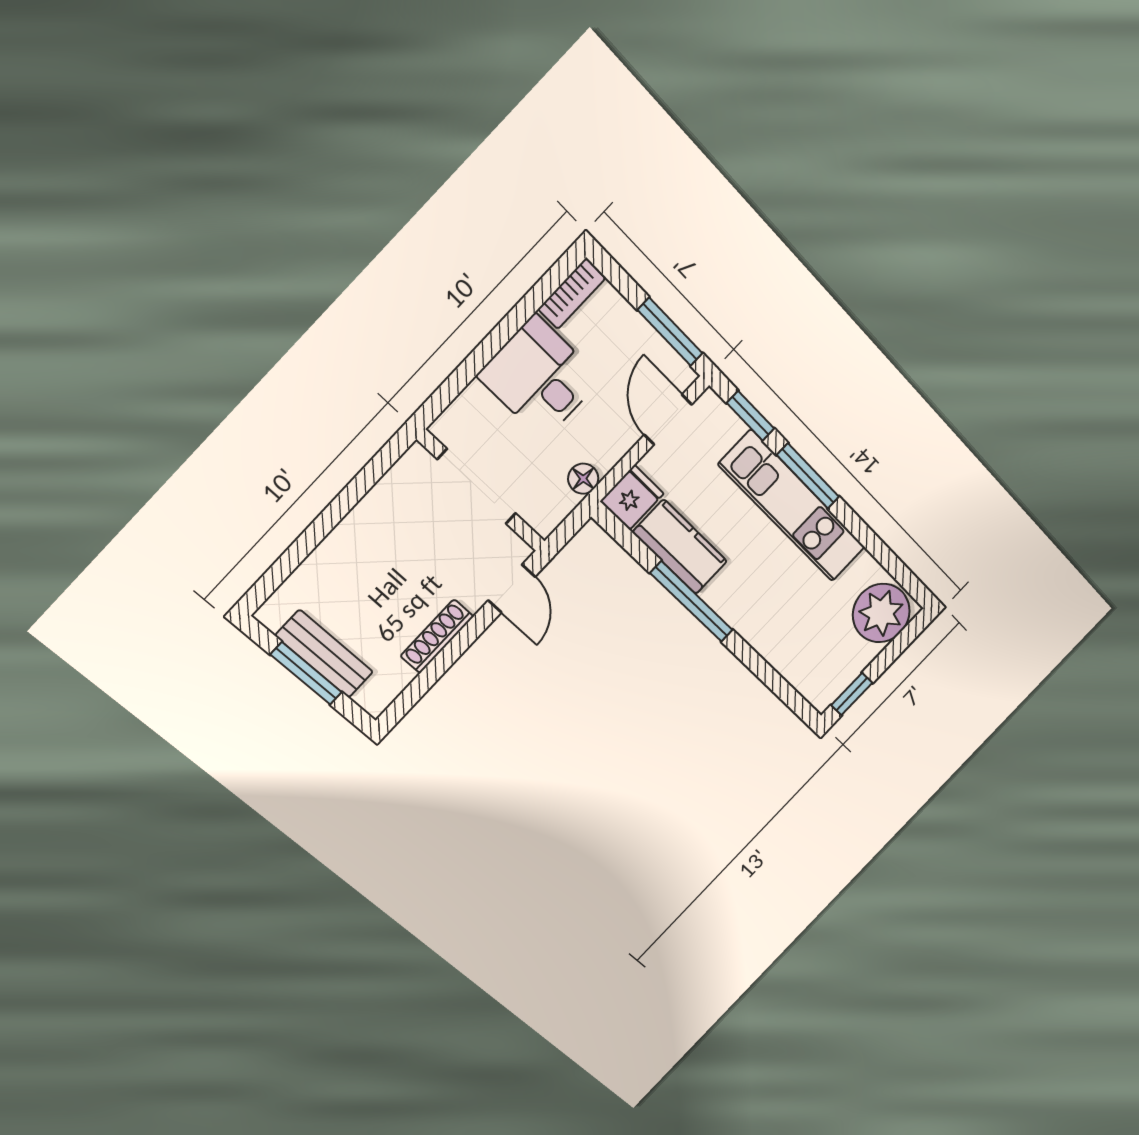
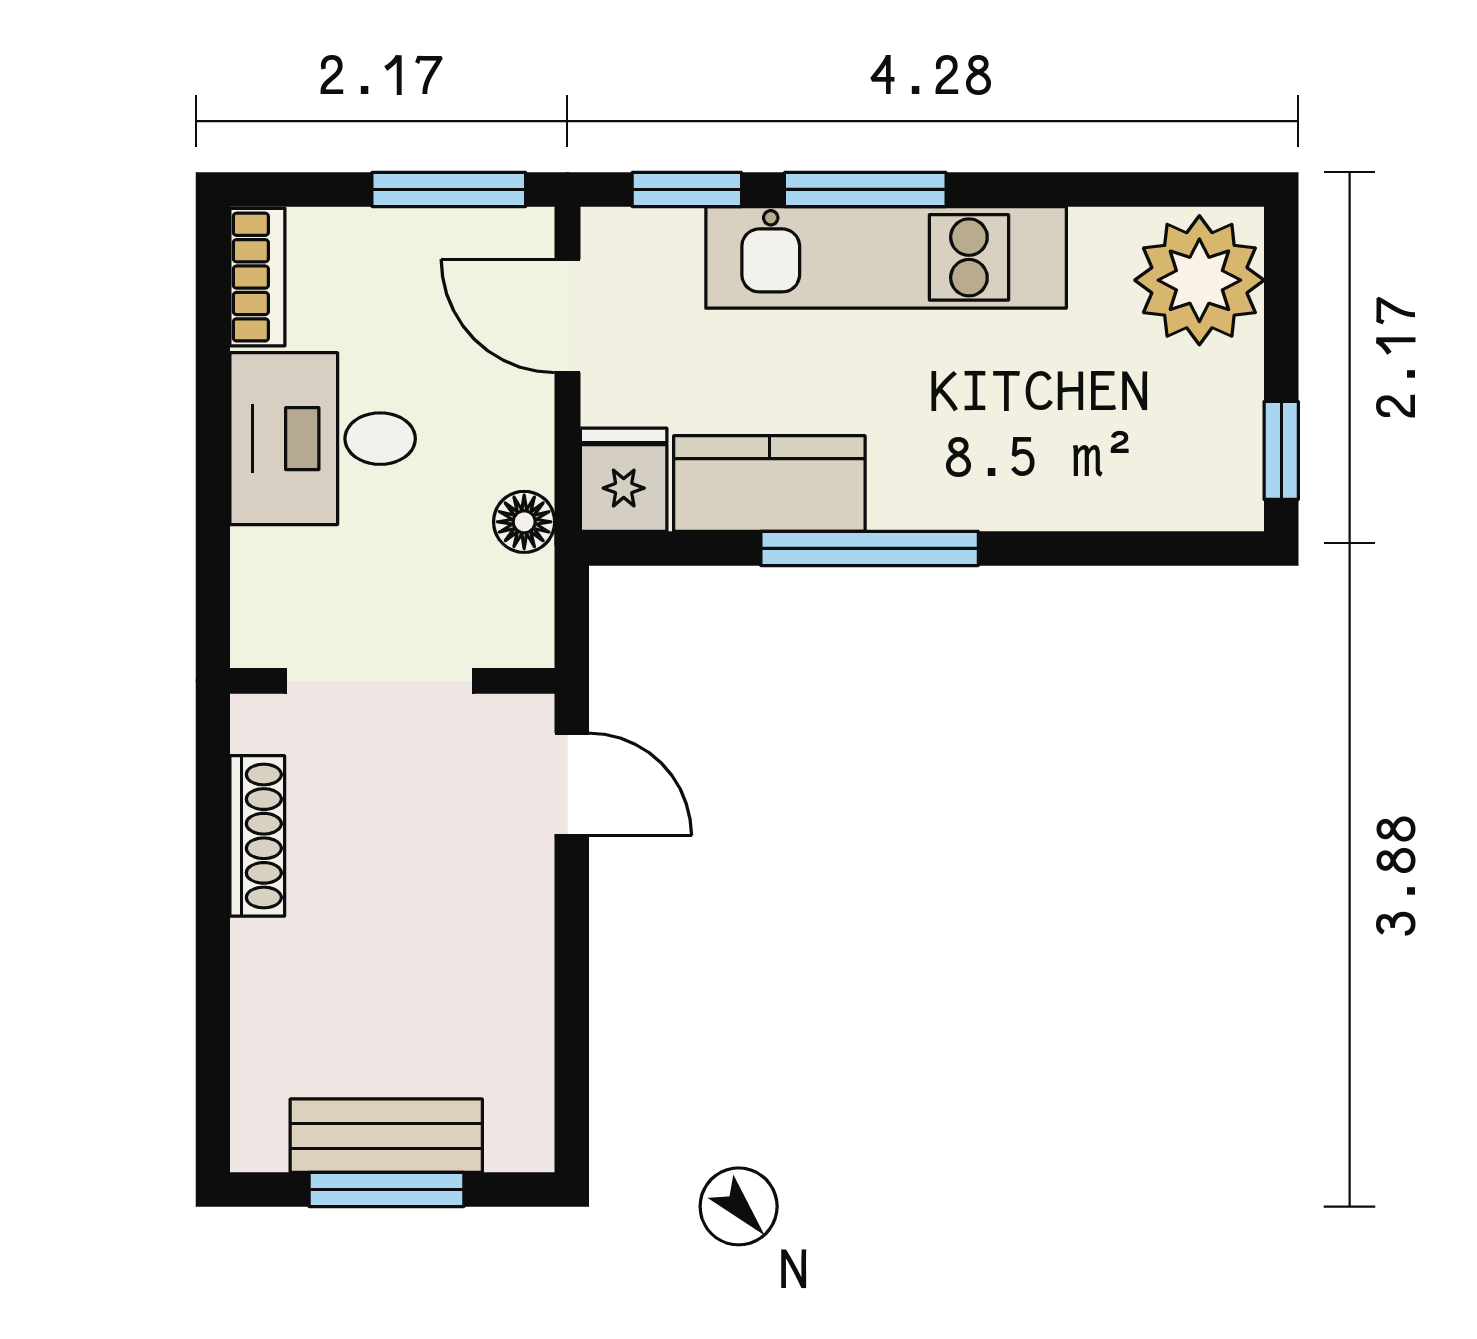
shoe rack: (437, 636) -> (257, 836), moved, turned 180

